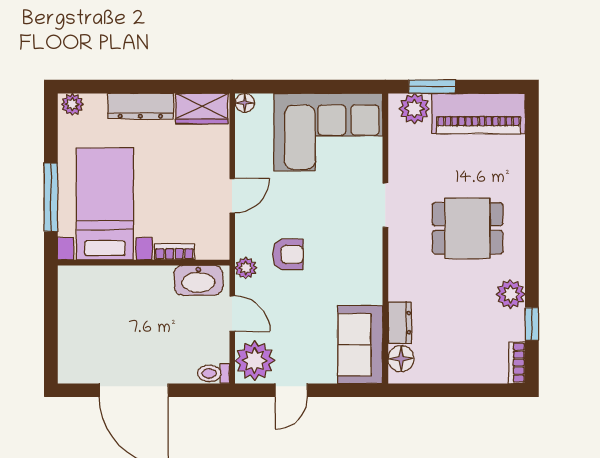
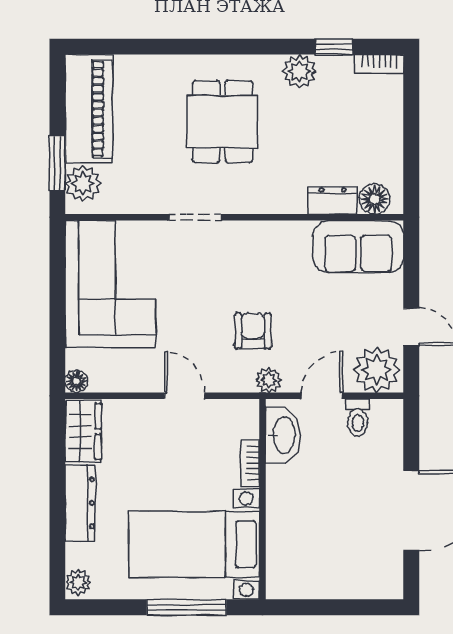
toilet: (214, 373) -> (358, 418), moved

